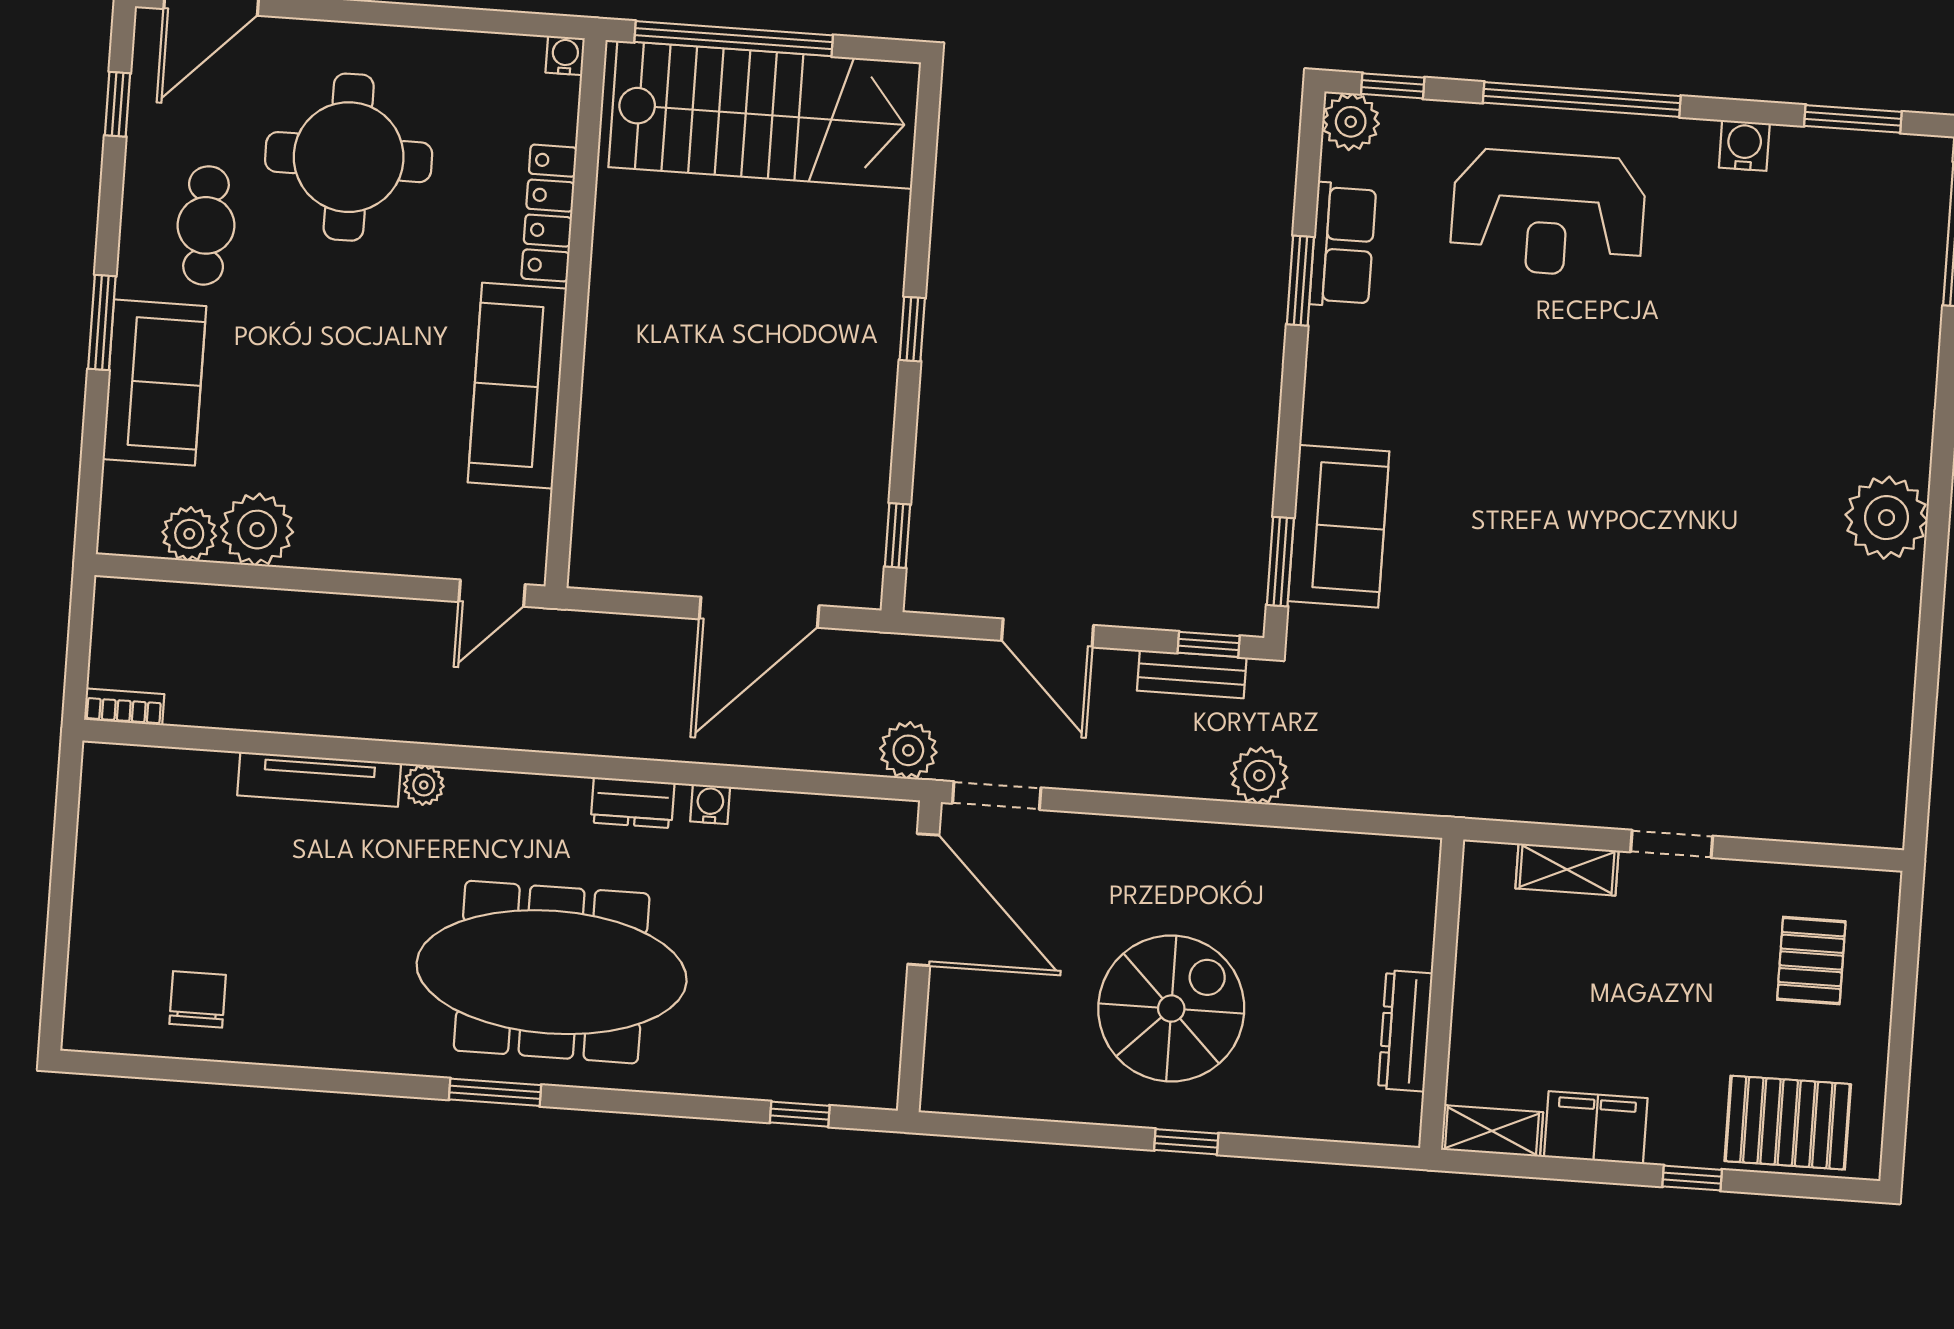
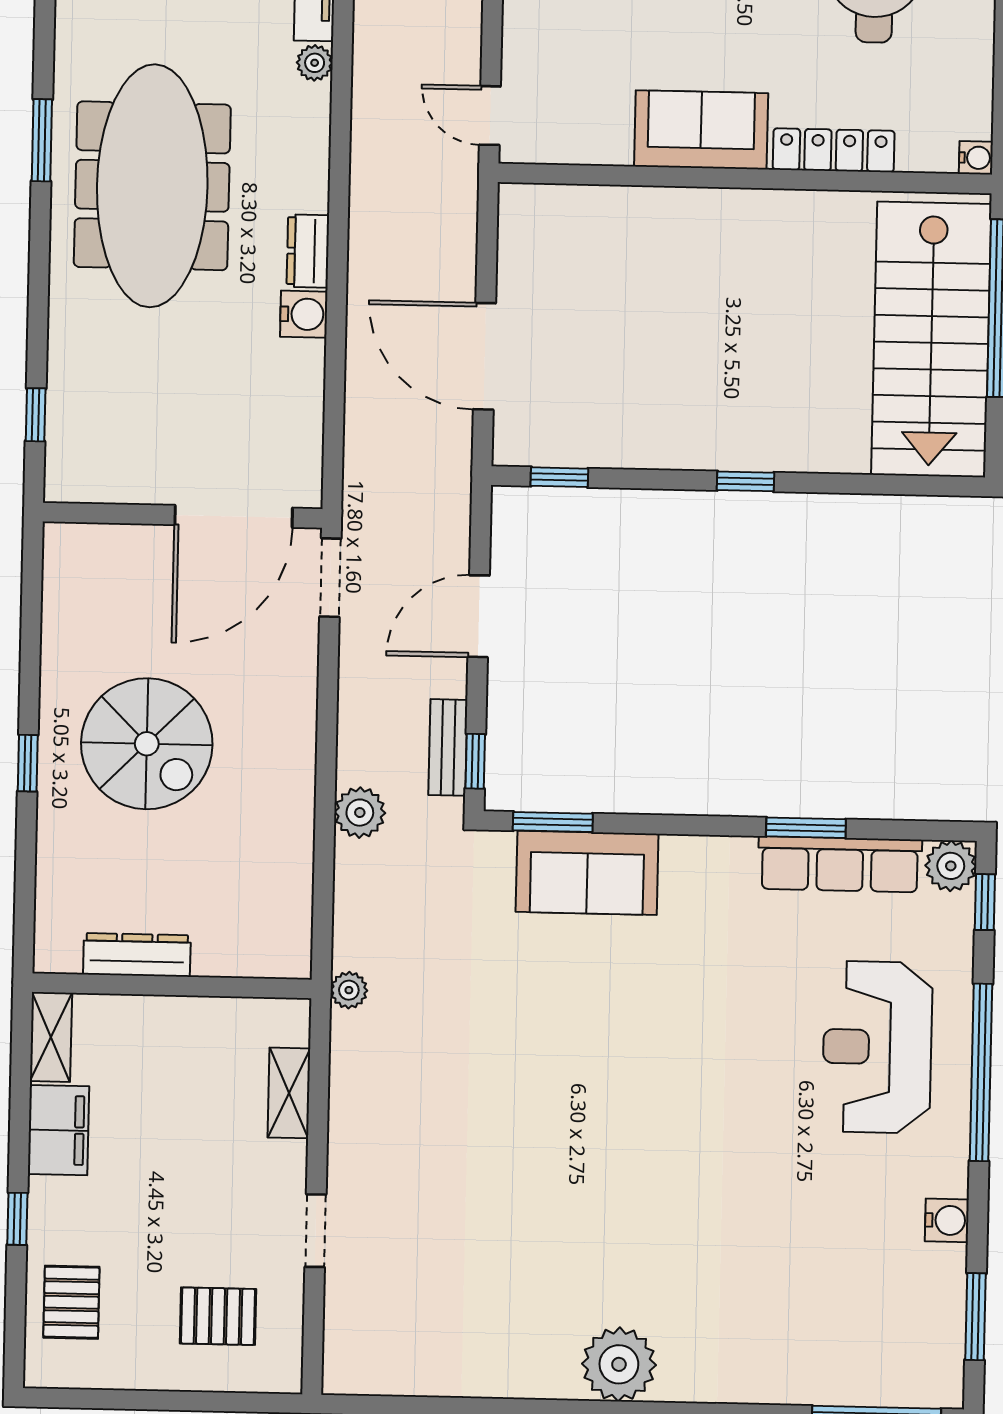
row of seats: (1343, 245) -> (840, 864), width x1.48
sofa: (517, 386) -> (701, 130), width x0.73
plant: (908, 750) -> (349, 990), moved, width x0.73, depth x0.73
water cooler: (710, 804) -> (304, 314), width x1.38, depth x1.38
doorway: (1672, 844) -> (315, 1231), moved
pallet: (1788, 1123) -> (71, 1302), width x0.67, depth x0.71

